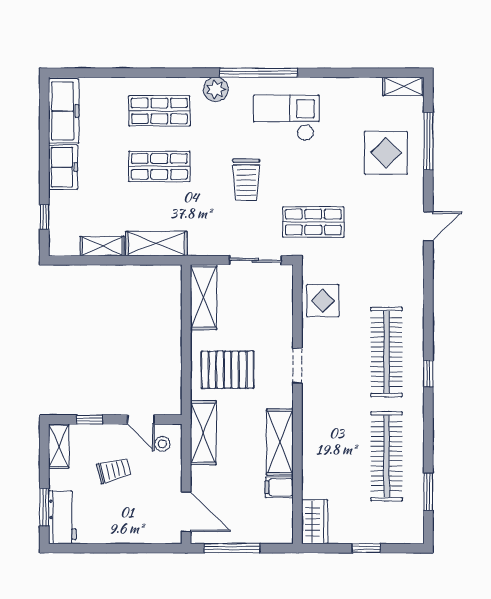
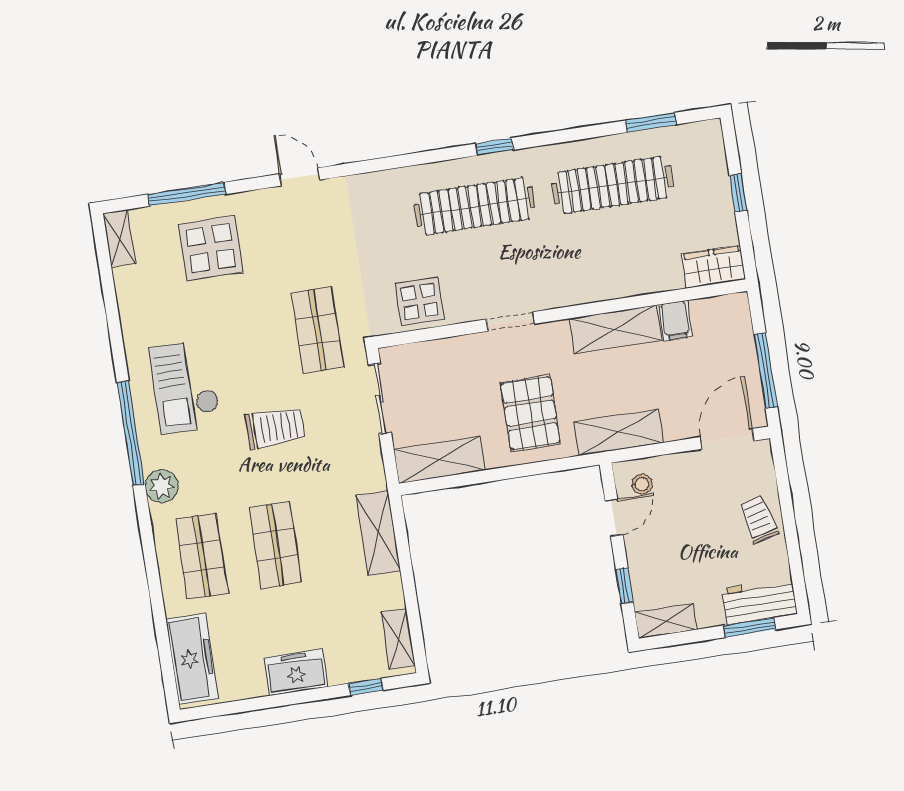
freezer: (64, 111) -> (192, 659), moved, turned 90
shelving: (102, 246) -> (398, 639), moved
trolley: (114, 470) -> (758, 520), moved

